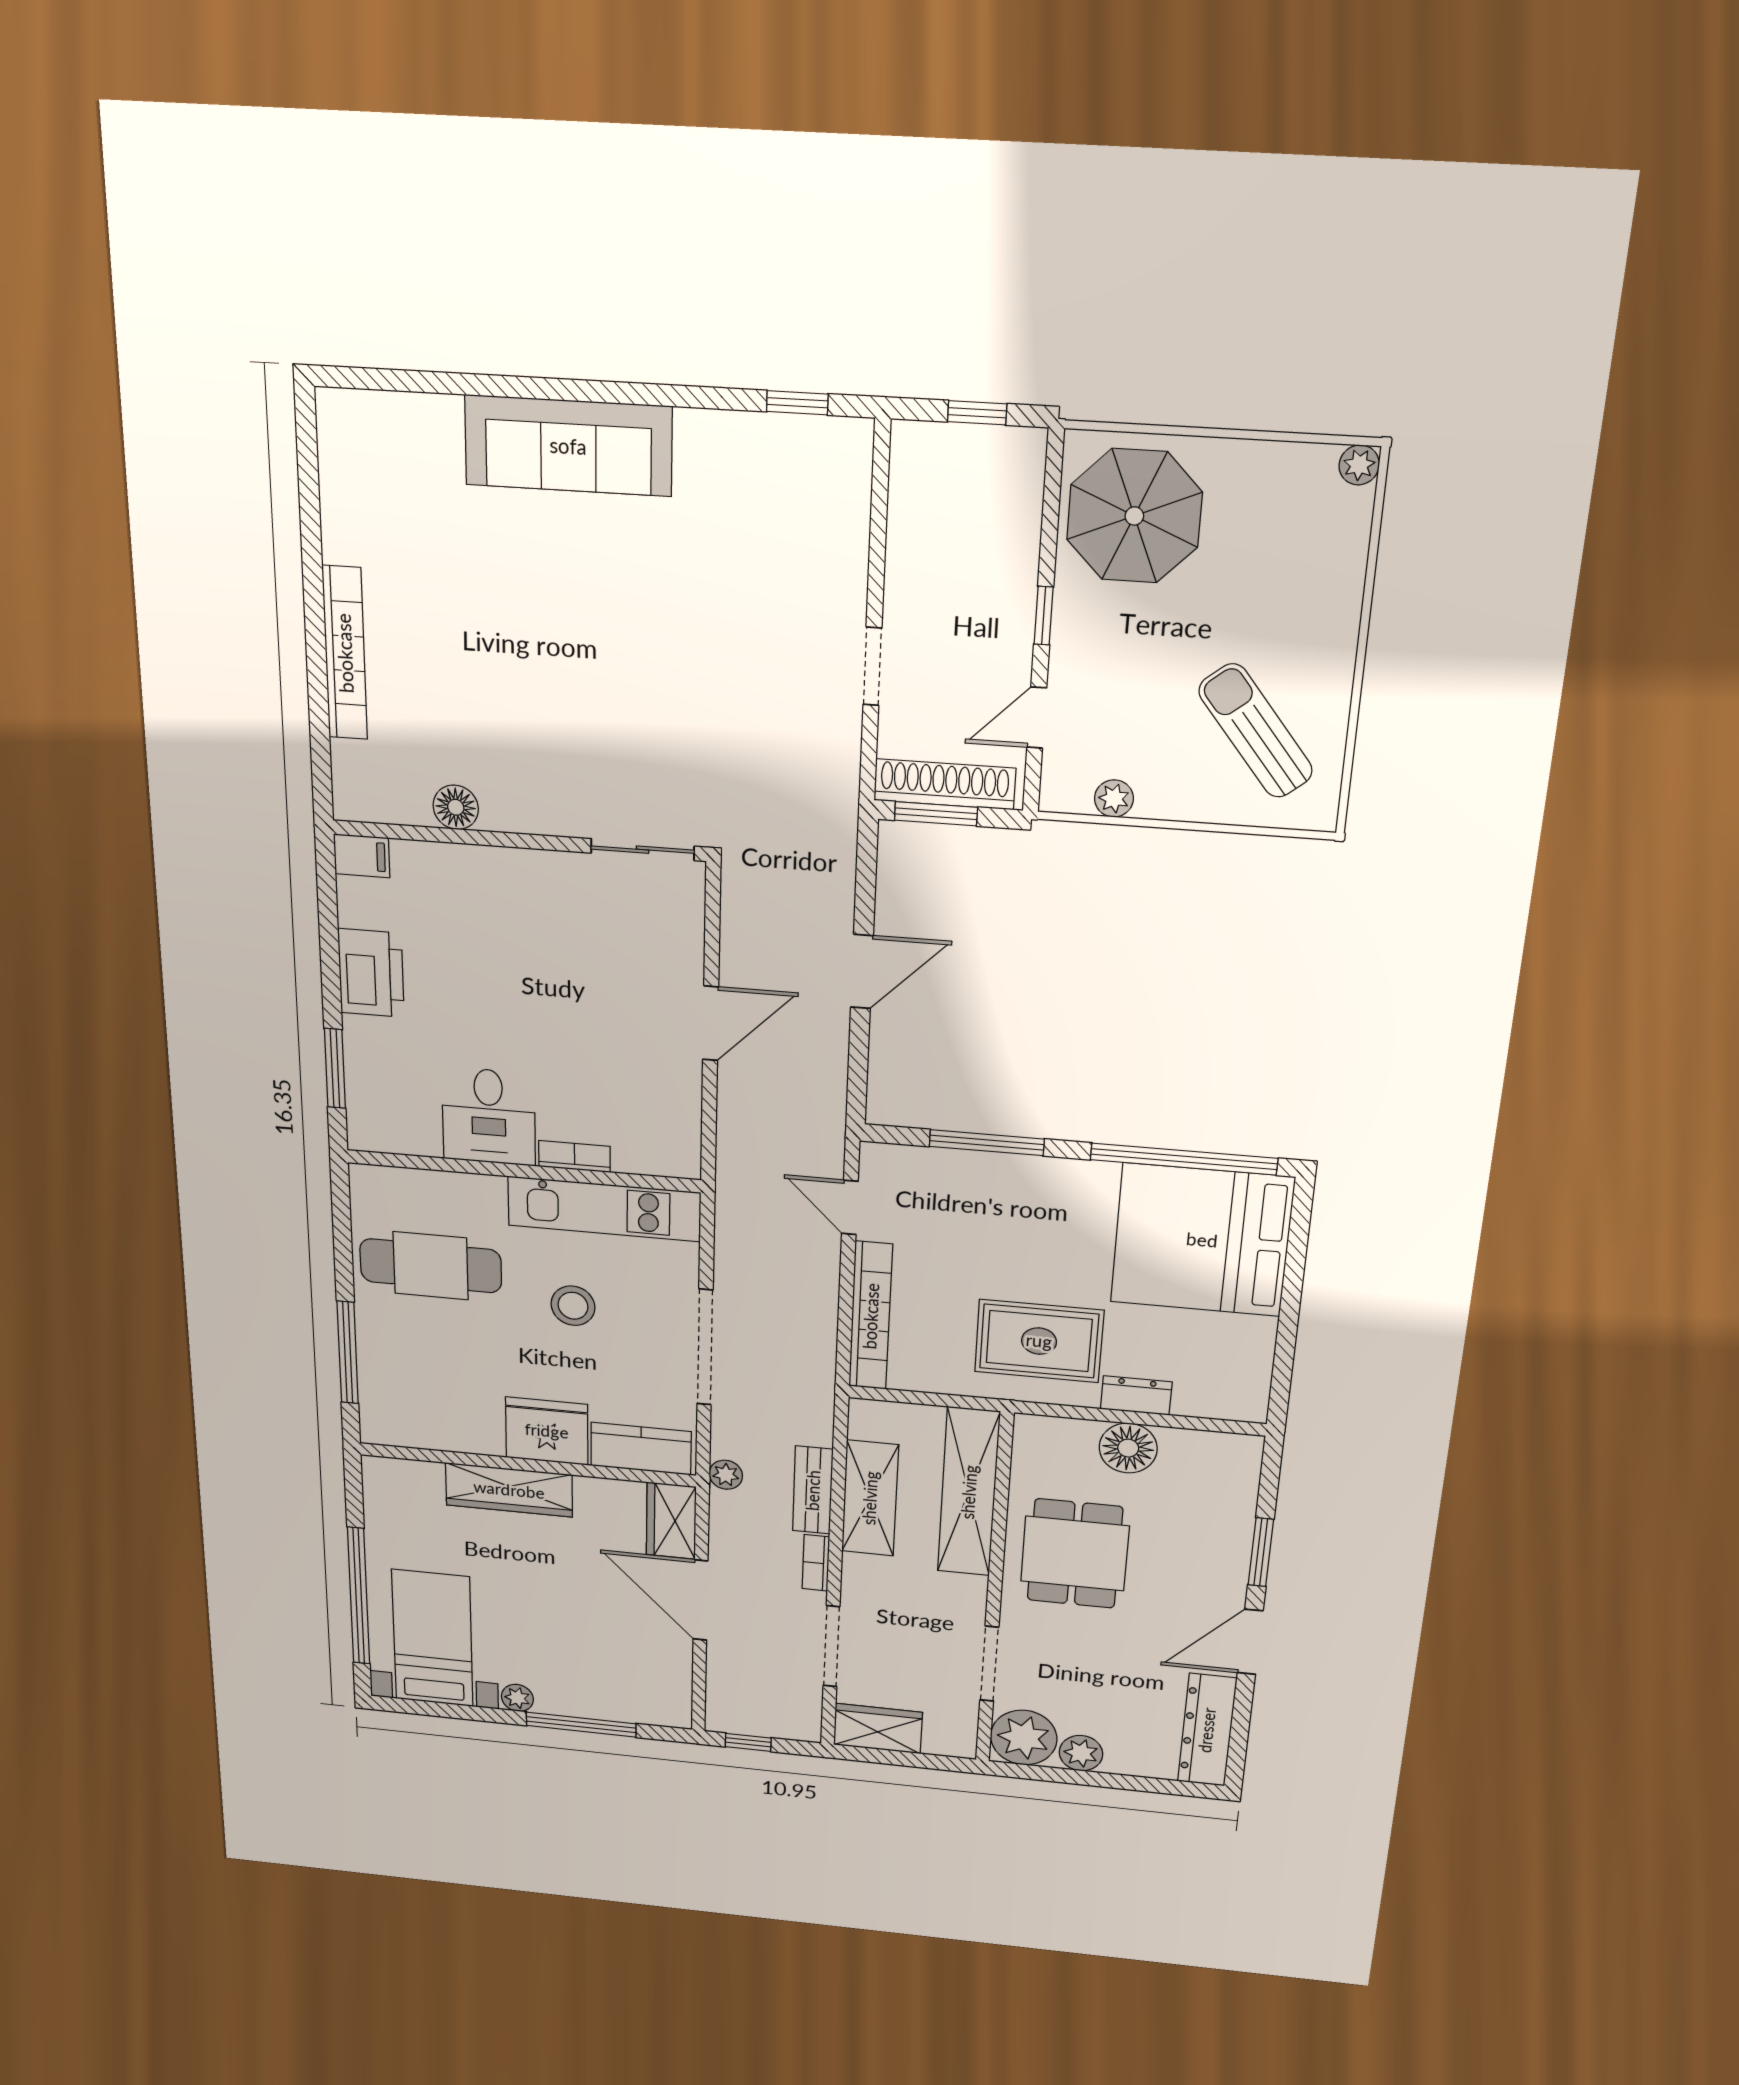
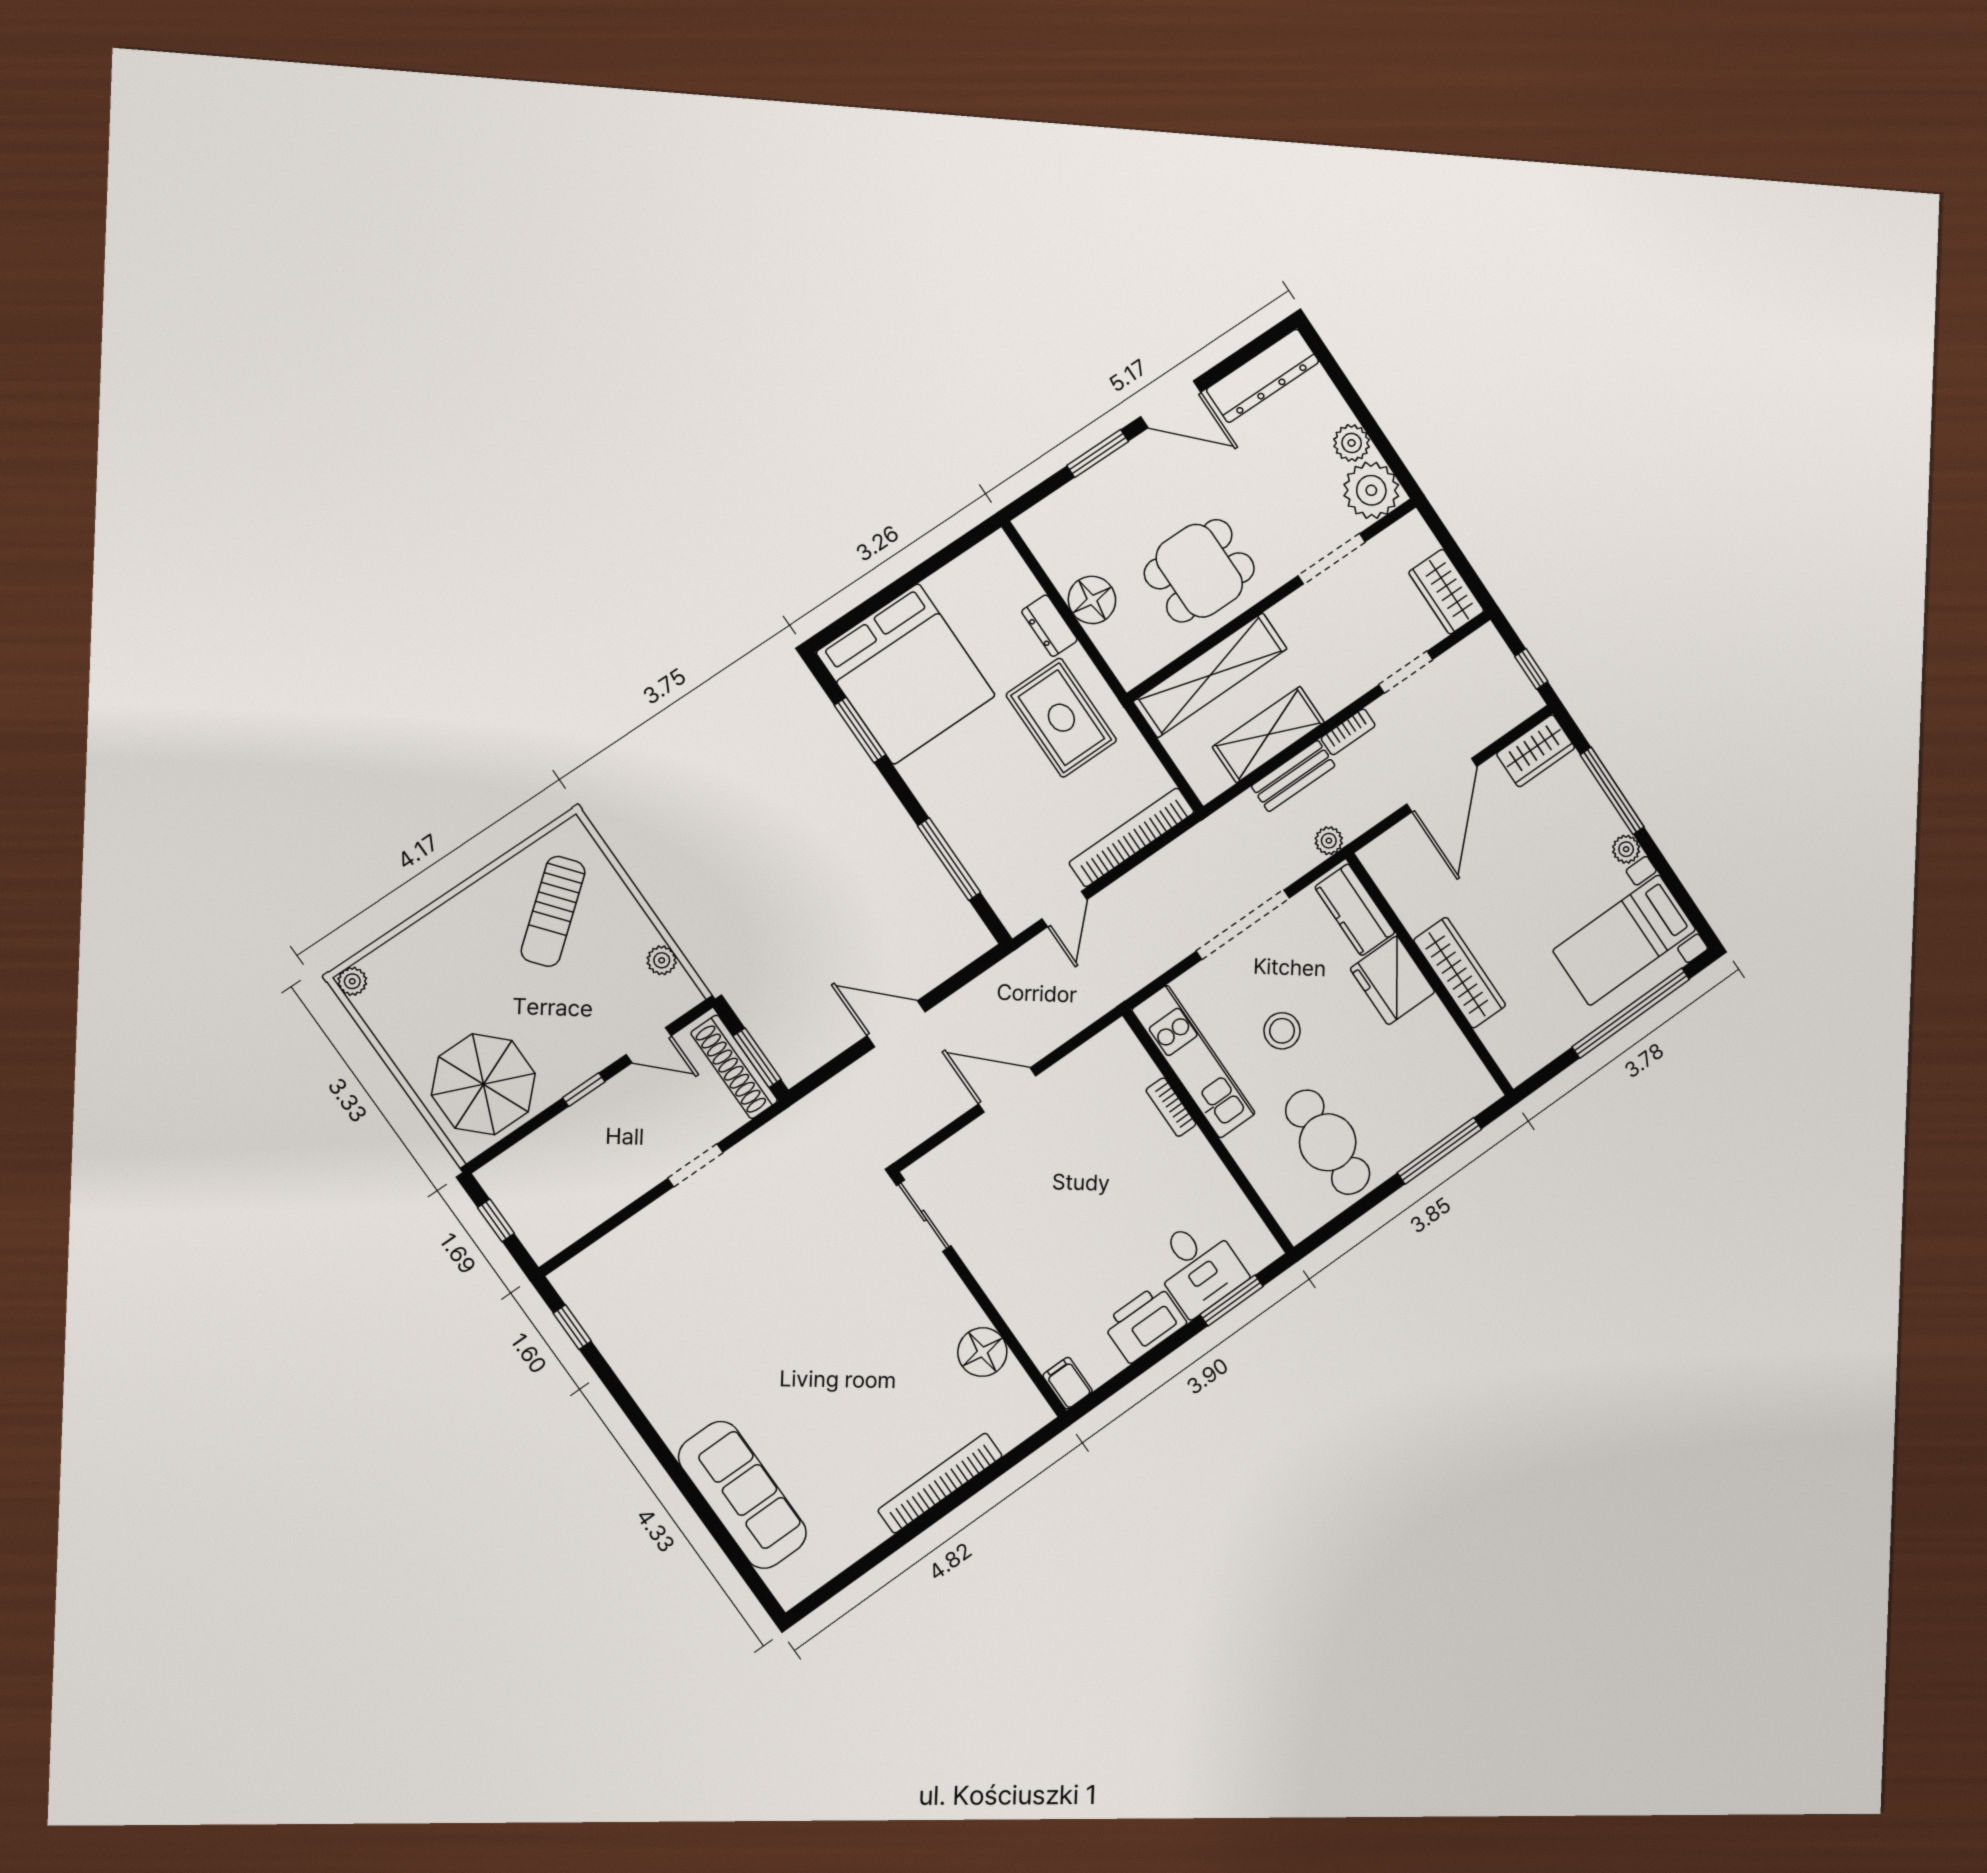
sofa: (568, 446) -> (742, 1495), moved
floor lamp: (456, 807) -> (982, 1352), width x1.38, depth x1.38
desk: (489, 1116) -> (1198, 1266), moved, turned 90
window: (1184, 1159) -> (860, 730), width x0.47
wardrobe: (671, 1521) -> (1536, 751), moved
doorway: (832, 1646) -> (1406, 672), width x0.73

